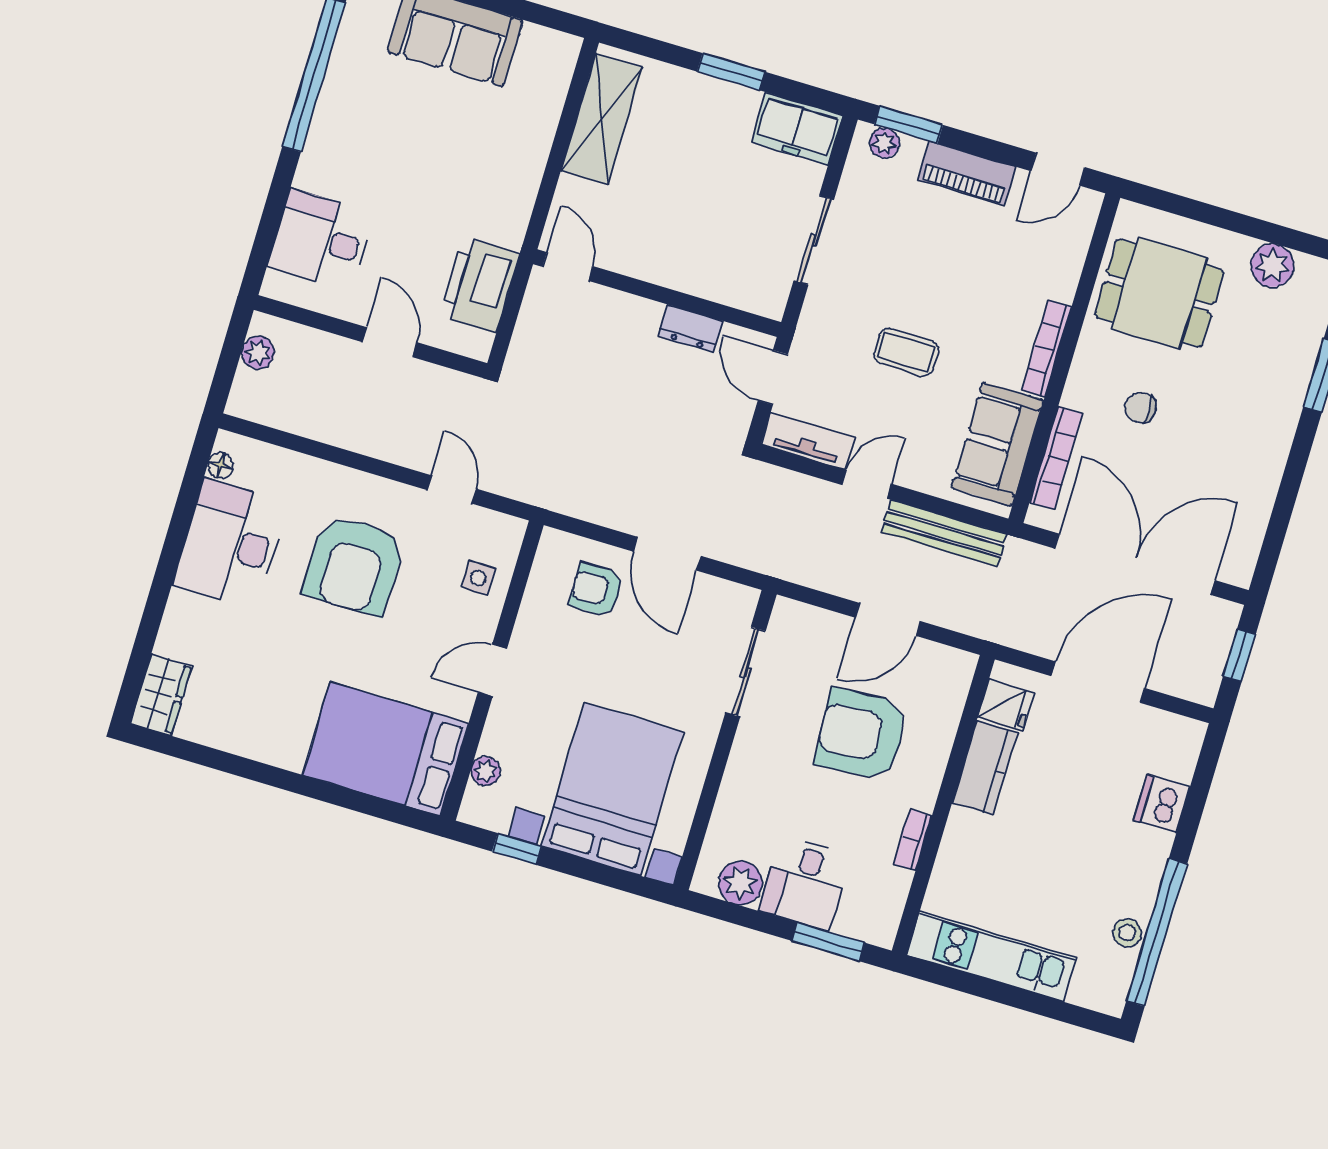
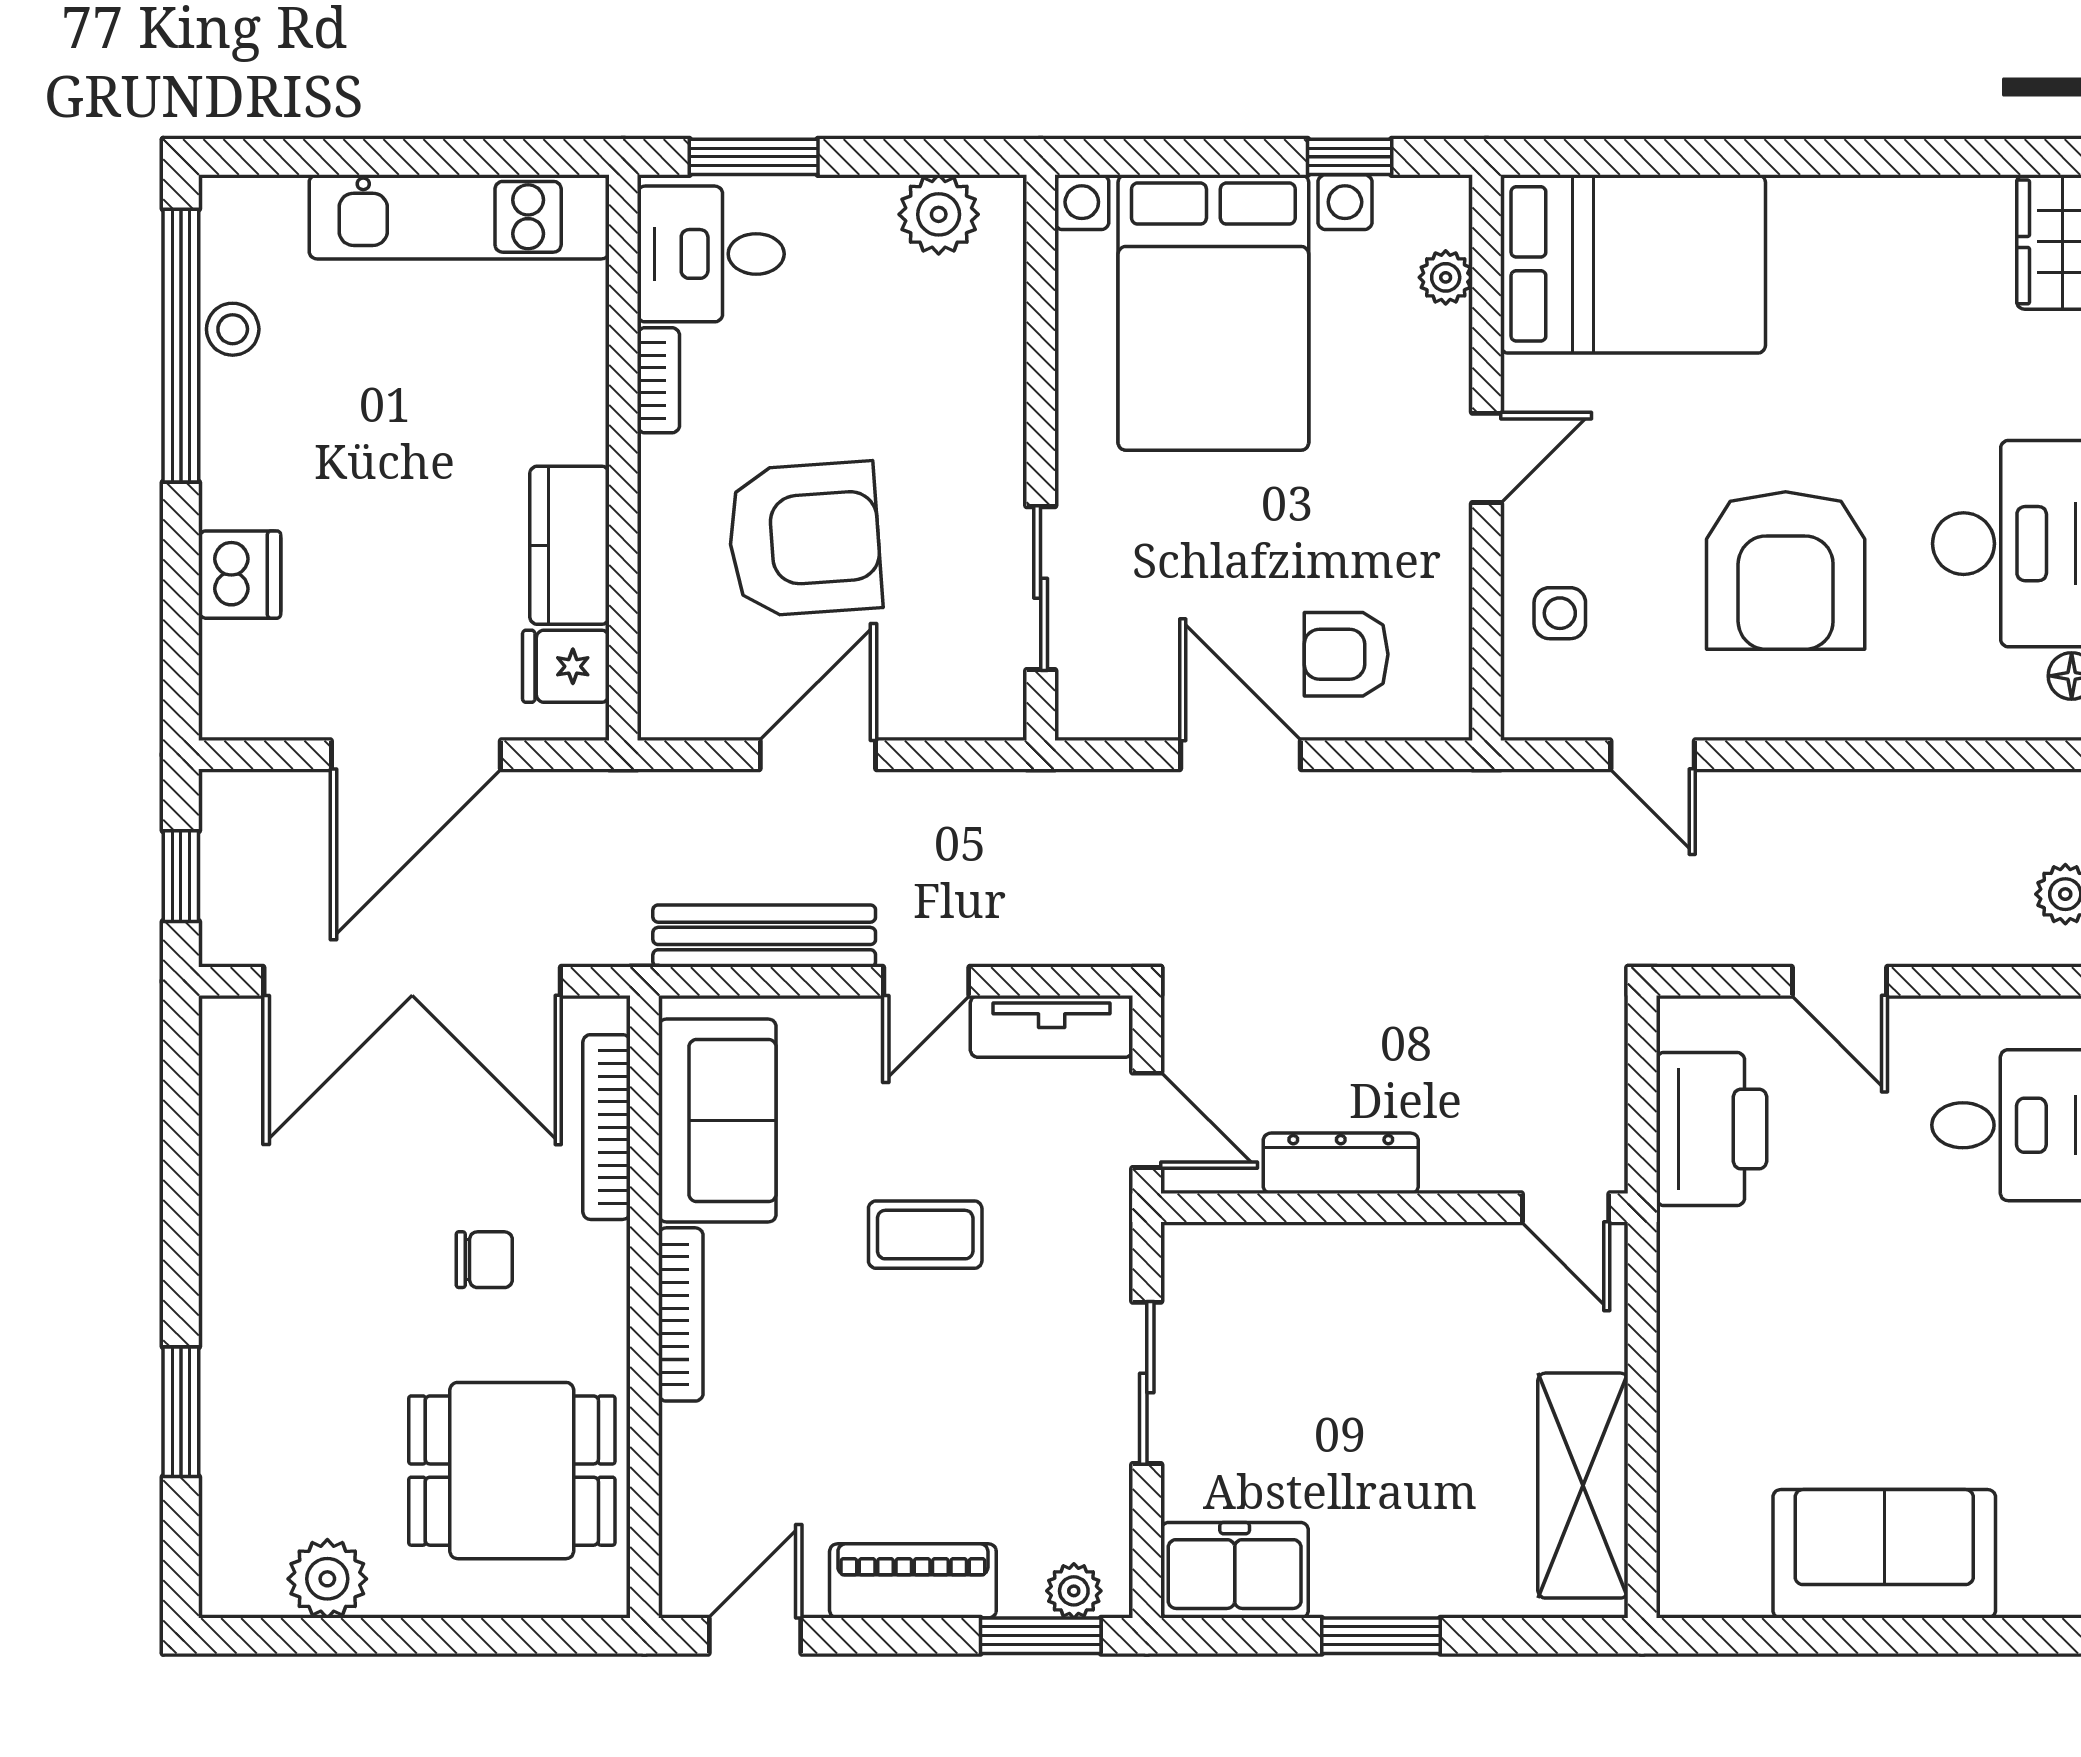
dresser: (691, 328) -> (1341, 1163), width x1.44
armchair: (354, 565) -> (1786, 571), turned 180
armchair: (596, 590) -> (1346, 654), turned 180
desk: (805, 883) -> (711, 254), moved, turned -90

